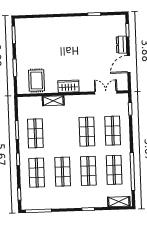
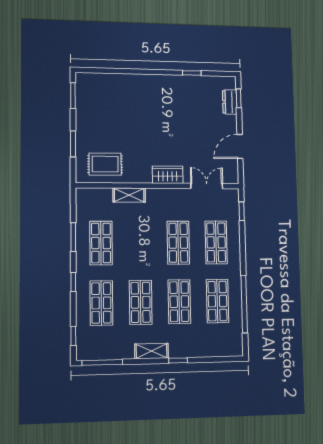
dresser: (122, 45) -> (230, 102), moved
rug: (37, 80) -> (105, 164), turned 90
wardrobe: (68, 86) -> (168, 175), moved
shelving: (119, 202) -> (152, 351), moved

